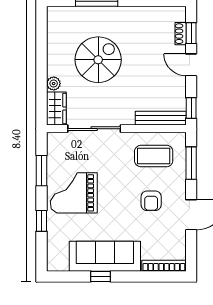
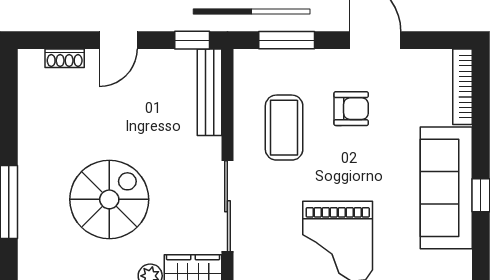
window: (191, 33) -> (64, 40), removed
spiral stairs: (98, 60) -> (109, 199), turned 90
coffee table: (154, 156) -> (284, 128), moved

